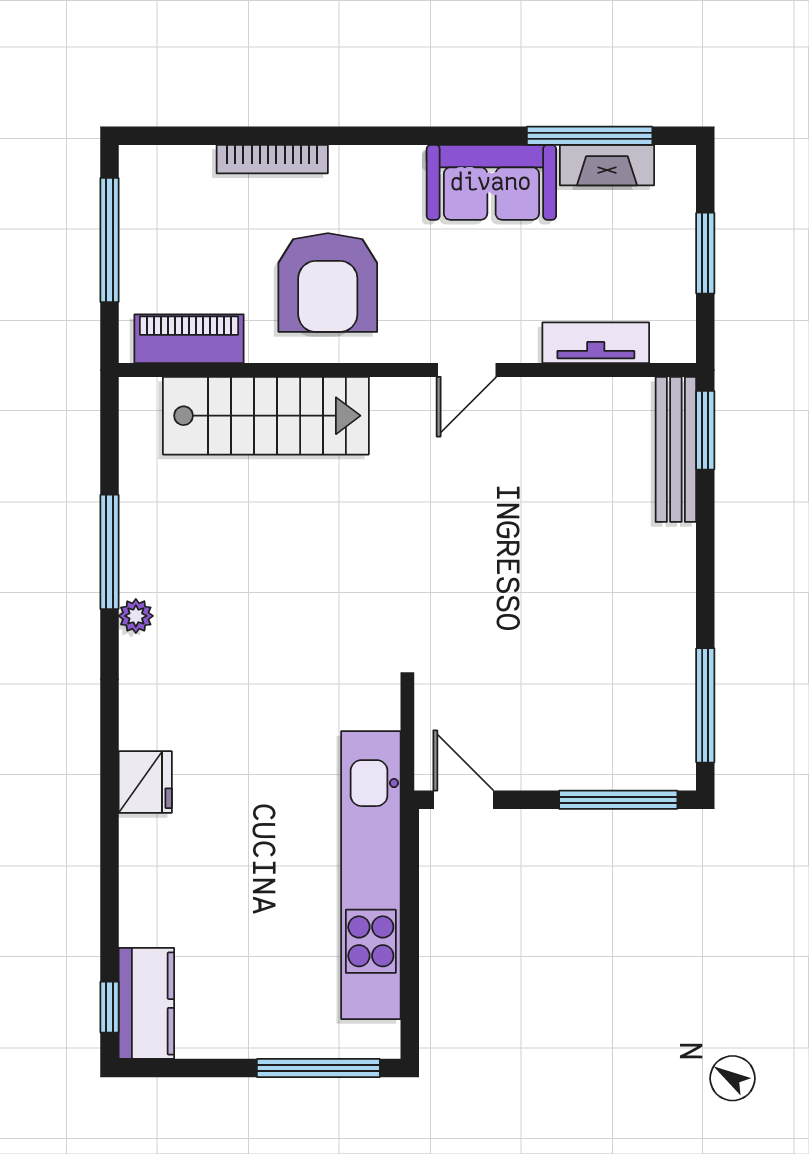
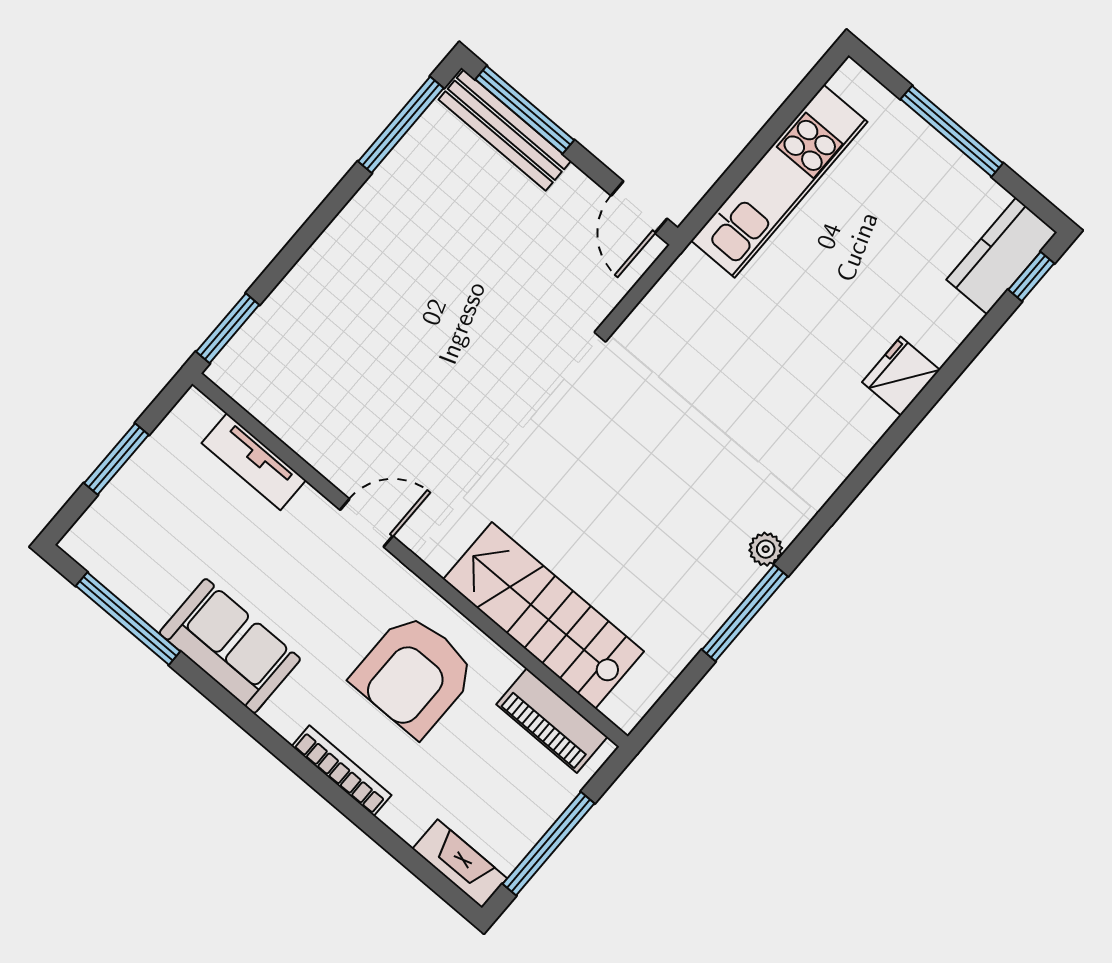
bookcase: (272, 159) -> (342, 771), moved
fireplace: (607, 165) -> (460, 864), moved
armchair: (328, 283) -> (414, 675), turned 180
bench: (676, 449) -> (505, 130), moved, turned 90
fridge: (145, 782) -> (901, 376), moved
kitchen unit: (371, 875) -> (779, 181), width x0.73
window: (318, 1068) -> (952, 131), moved

